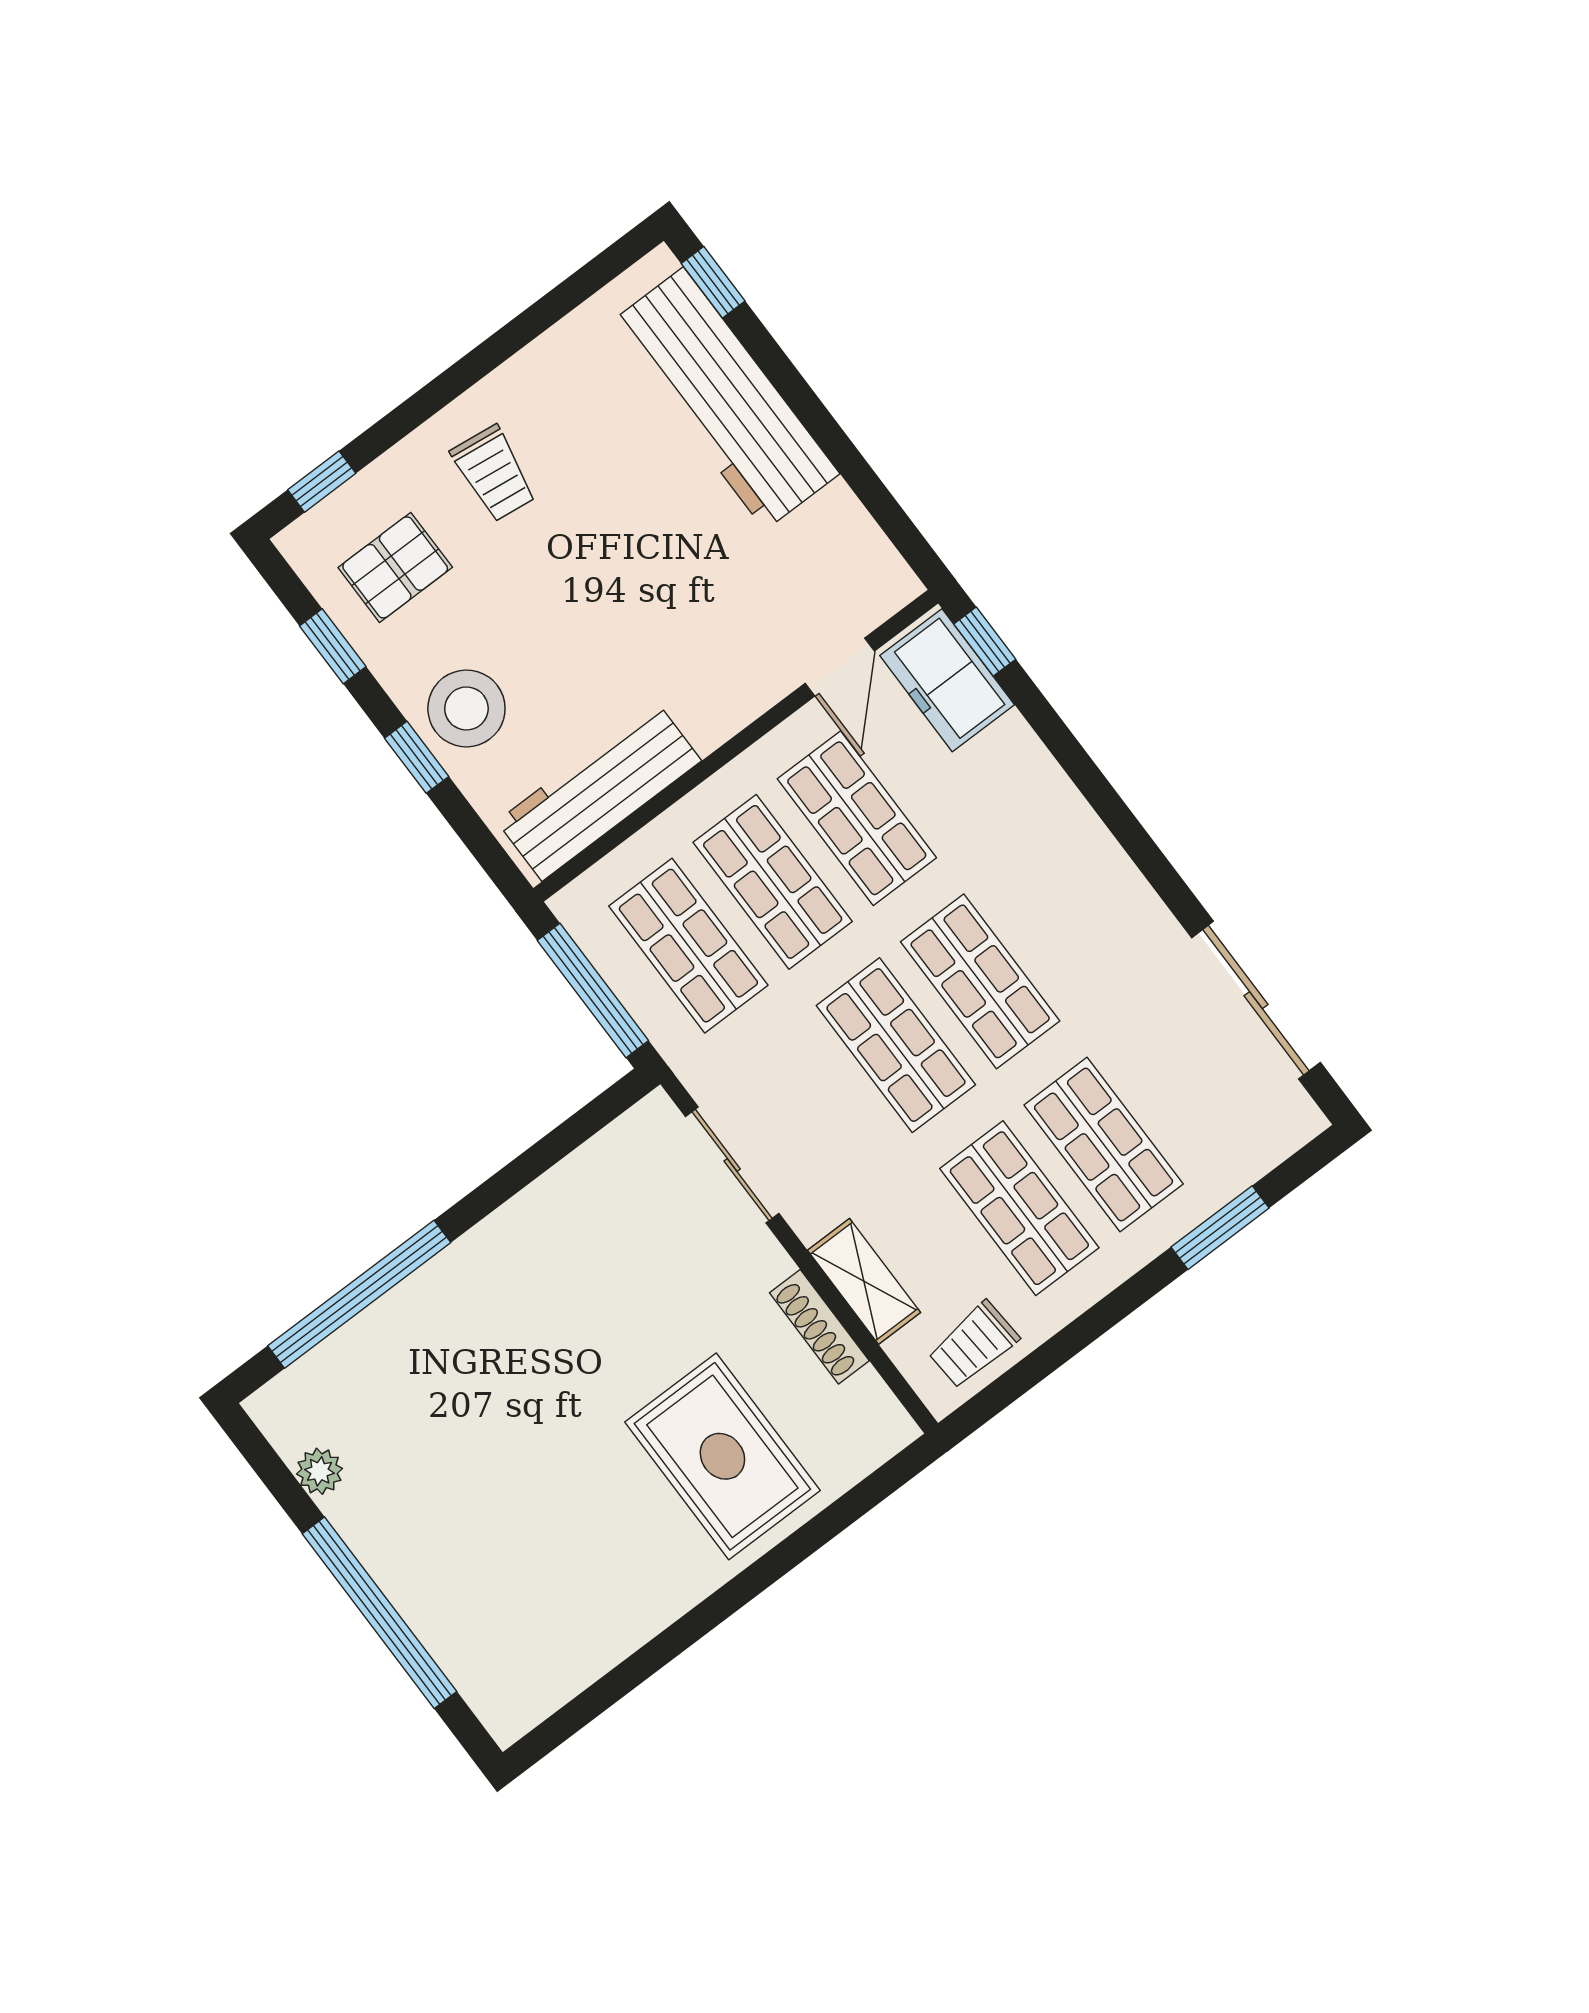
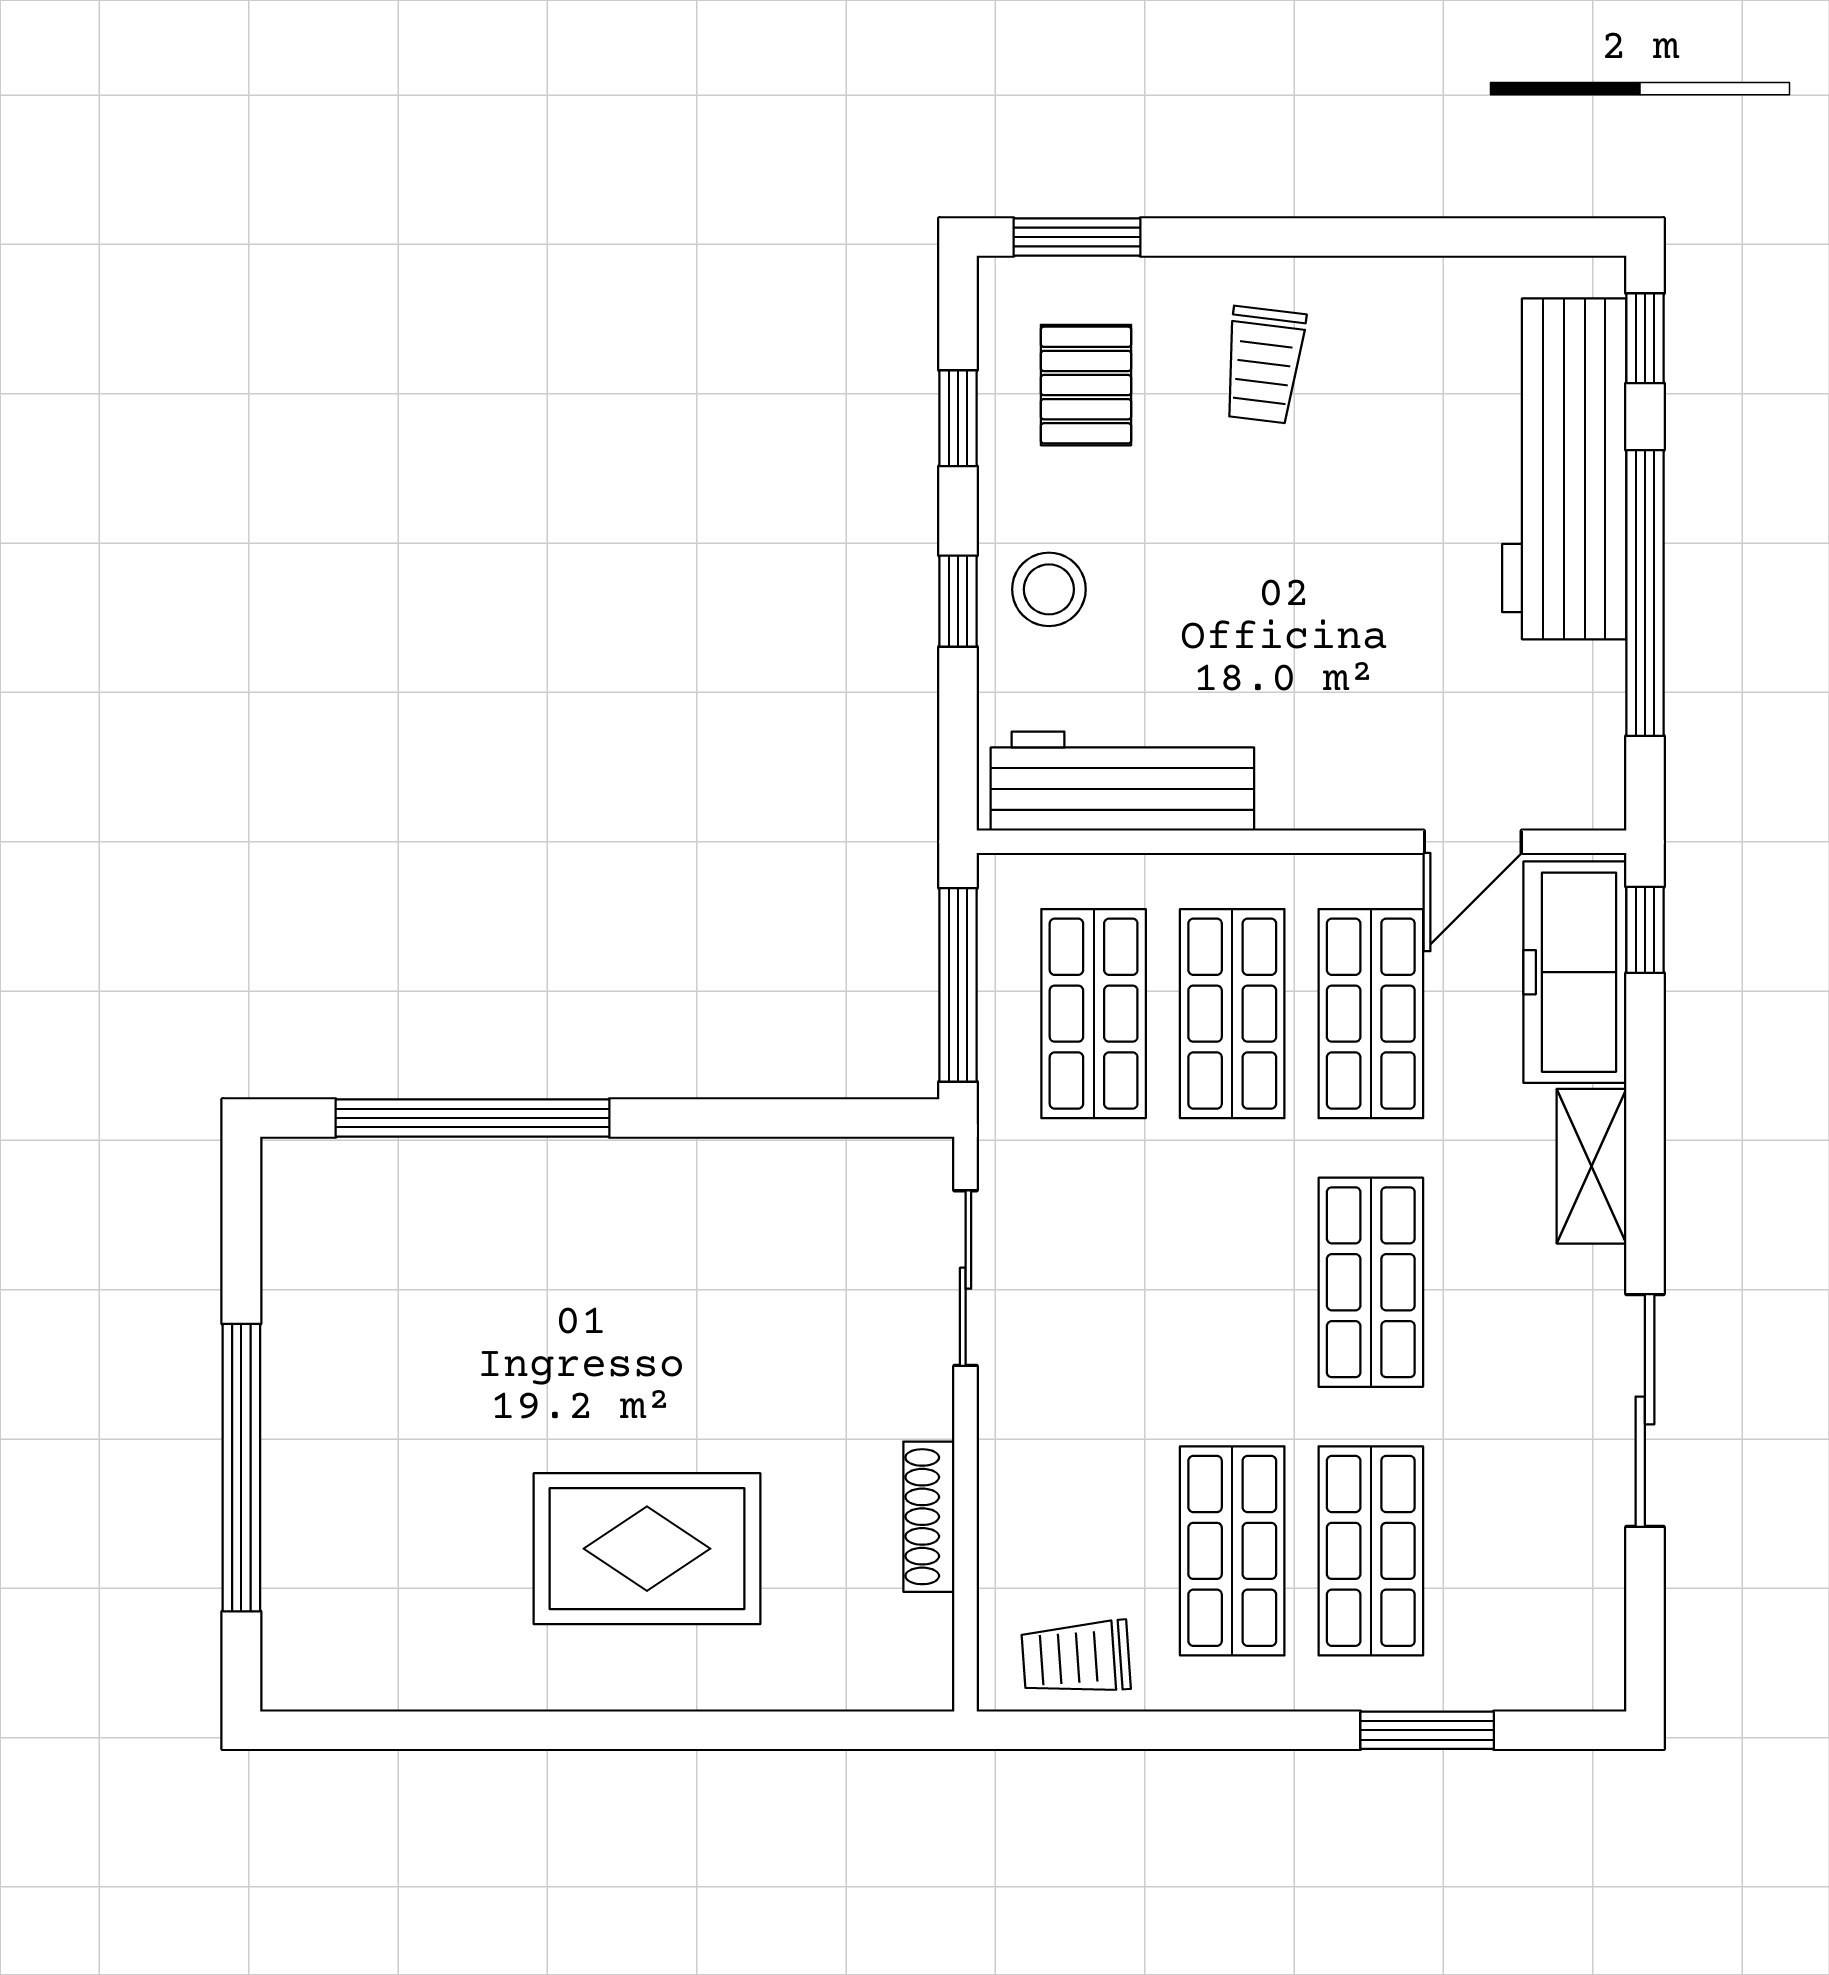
window: (830, 437) -> (1645, 593), added
window: (322, 482) -> (1077, 237), width x1.50
pallet: (395, 567) -> (1086, 385), turned 90
freezer: (947, 680) -> (1575, 972), width x1.40
stool: (466, 708) -> (1049, 589), width x0.73, depth x0.73
sliding door: (1256, 1000) -> (1645, 1411), moved
shop shelf: (896, 1045) -> (1232, 1282), removed
shelving: (864, 1281) -> (1591, 1166), moved
rug: (722, 1456) -> (647, 1549), moved, turned 90
plant: (320, 1471) -> (291, 1272), removed

